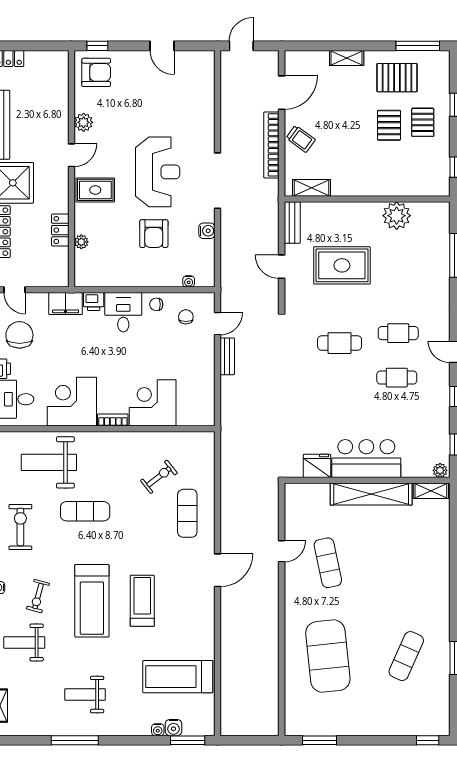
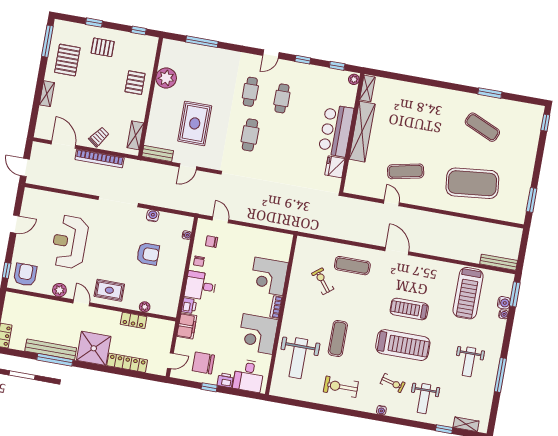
pallet: (389, 125) -> (135, 83), moved, turned 90
reception desk: (158, 172) -> (70, 242), moved, turned -90
rug: (95, 190) -> (109, 290), turned 90
bench: (227, 356) -> (499, 262), moved, width x1.36

